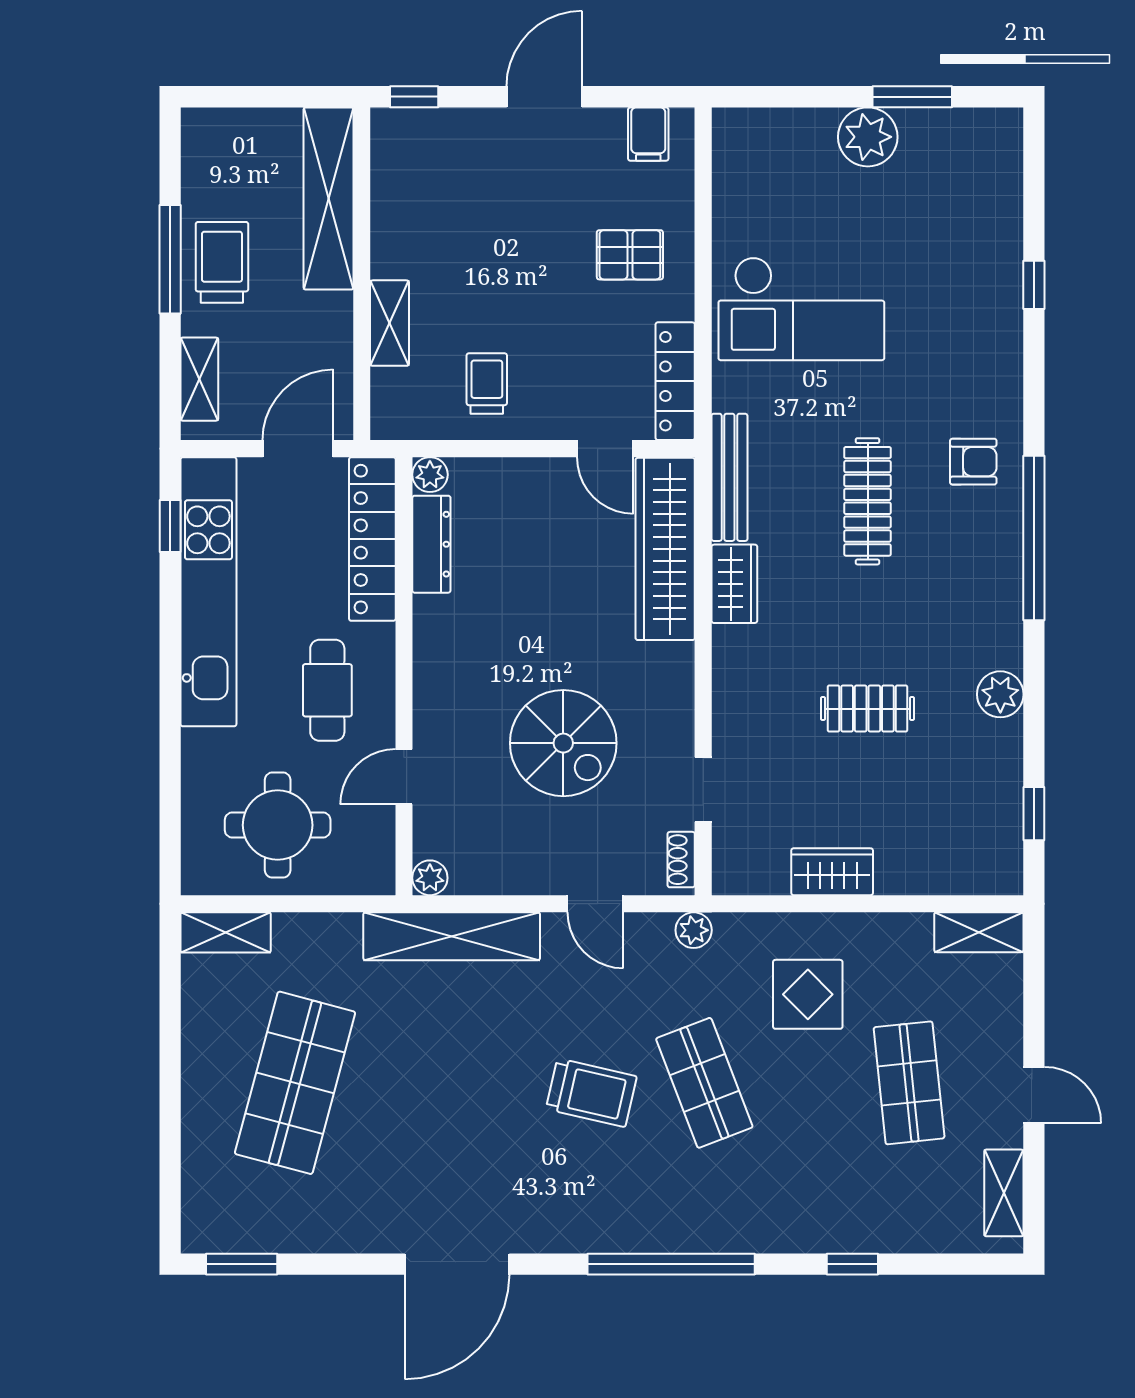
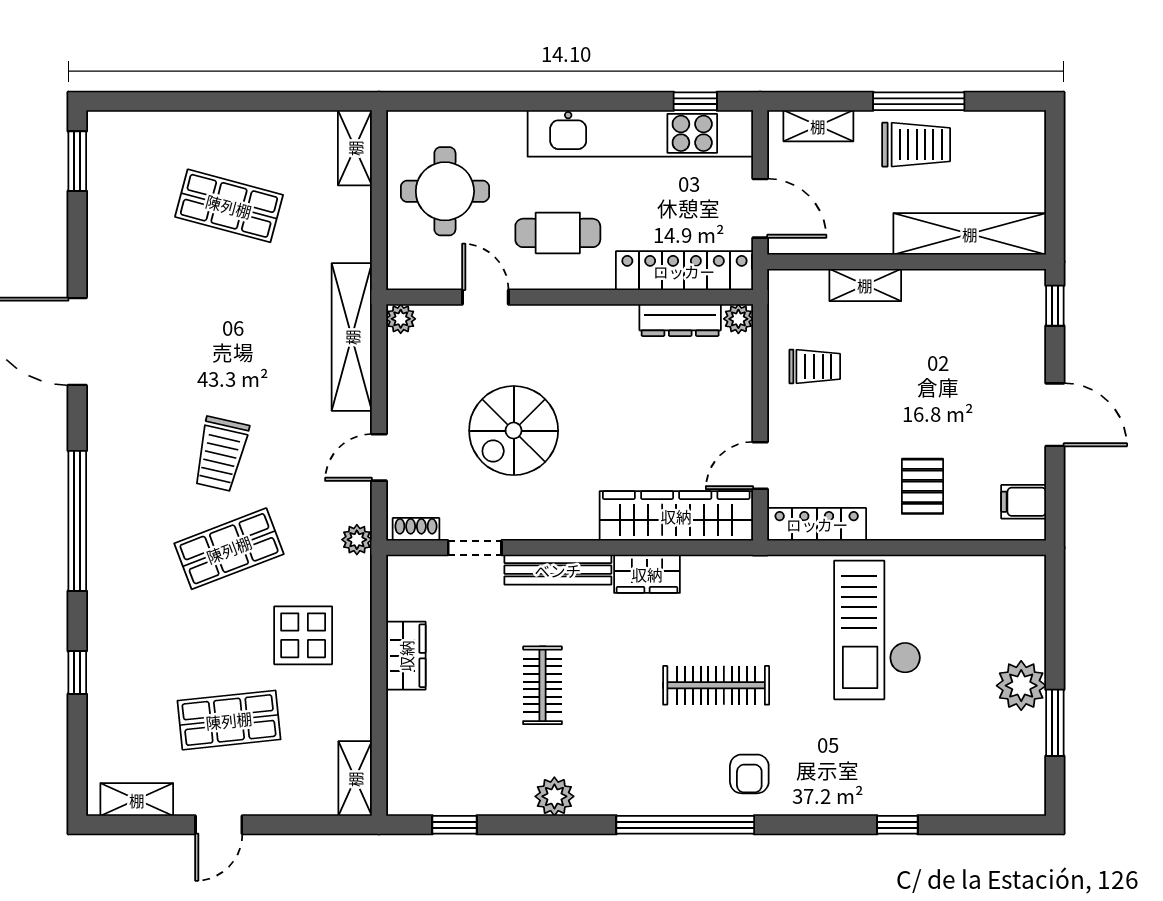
bench: (729, 477) -> (558, 570), moved
shop shelf: (295, 1083) -> (229, 206), width x0.70, depth x0.74

